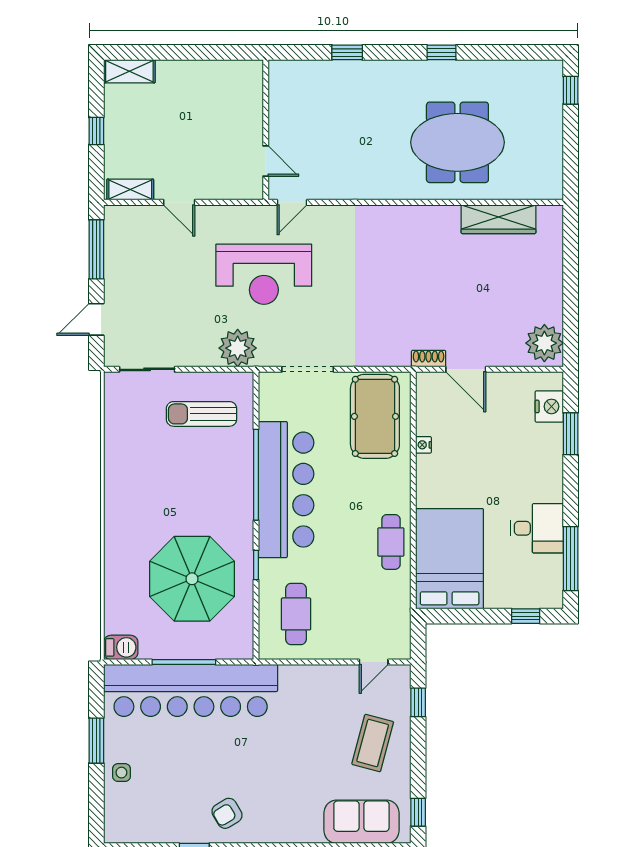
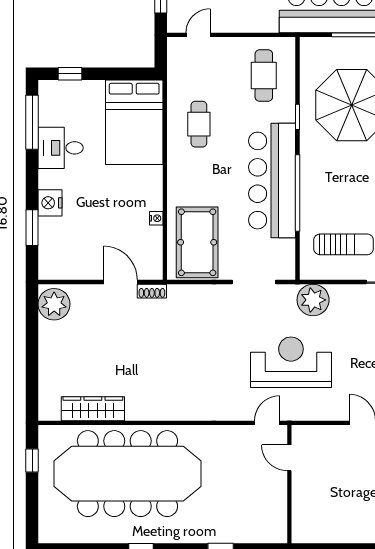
window: (571, 90) -> (32, 461), moved
meeting table: (457, 142) -> (127, 474), width x1.86, depth x1.27
nightstand: (549, 406) -> (50, 203), moved
cafe table: (391, 542) -> (199, 124), moved

